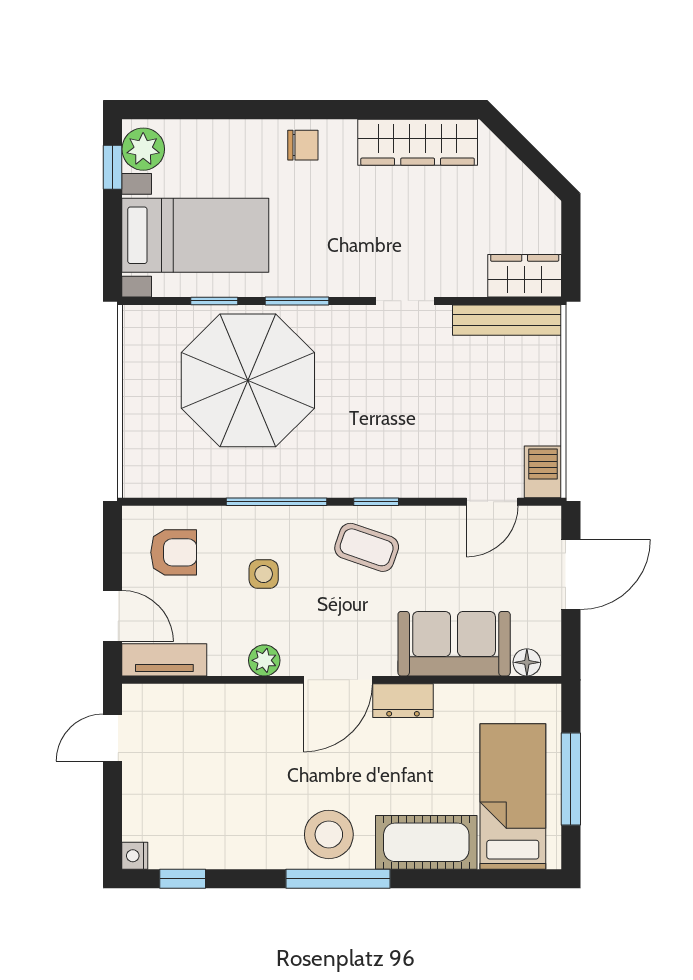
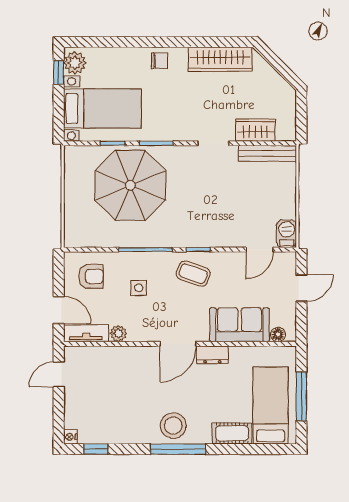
wardrobe: (525, 276) -> (255, 130), moved
door: (571, 574) -> (301, 288), width x0.73
plant: (264, 660) -> (118, 334), moved
cot: (426, 842) -> (232, 433), width x0.73, depth x0.75

